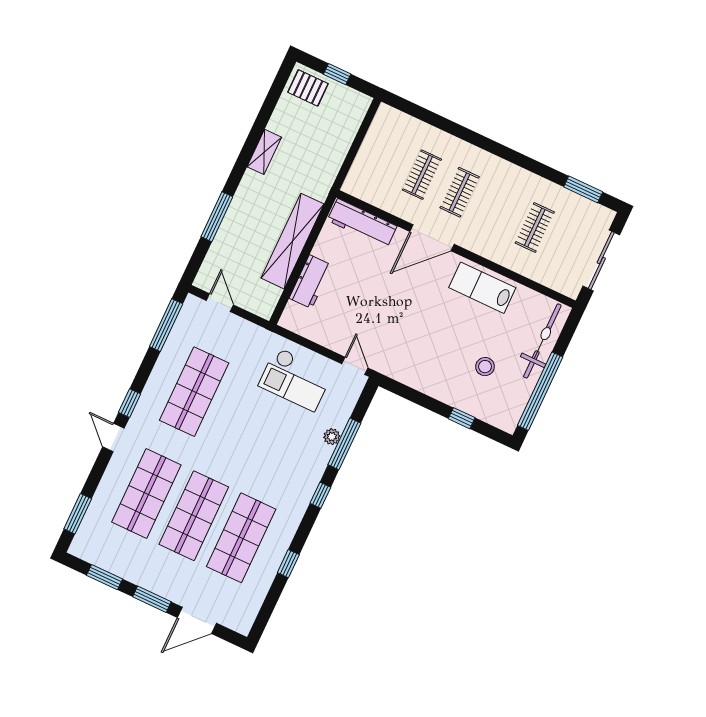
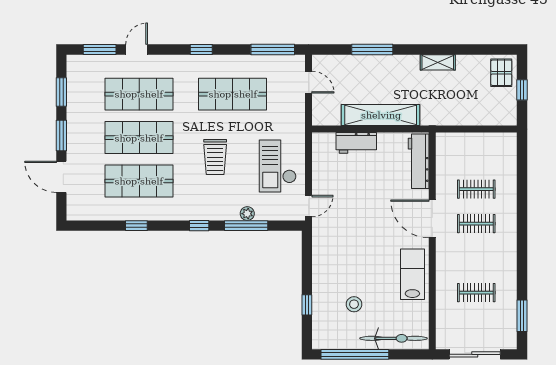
door: (220, 303) -> (309, 82), hinge flipped
door: (113, 438) -> (137, 50), moved
trolley: (254, 443) -> (215, 157), added

